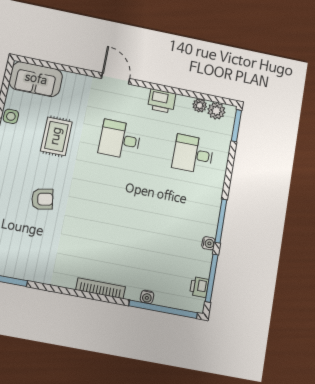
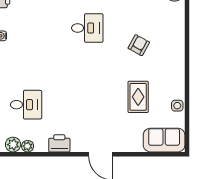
desk: (120, 139) -> (87, 28), moved
armchair: (42, 199) -> (139, 45), turned 129

